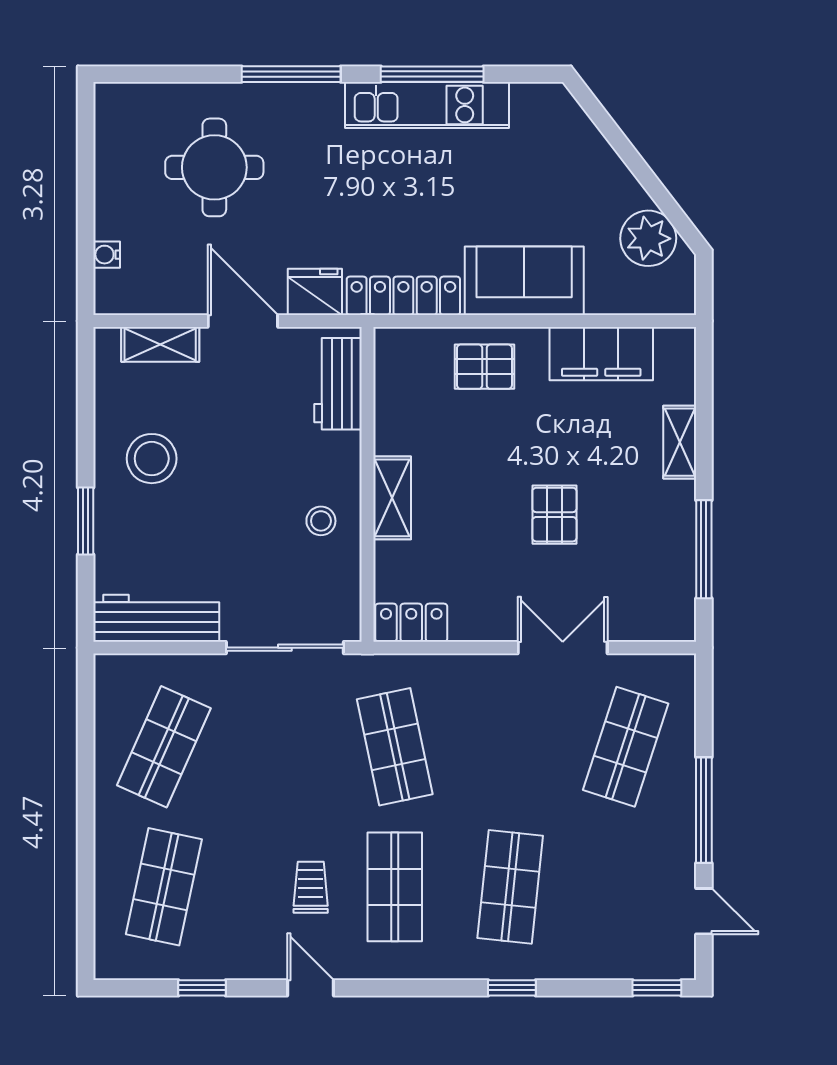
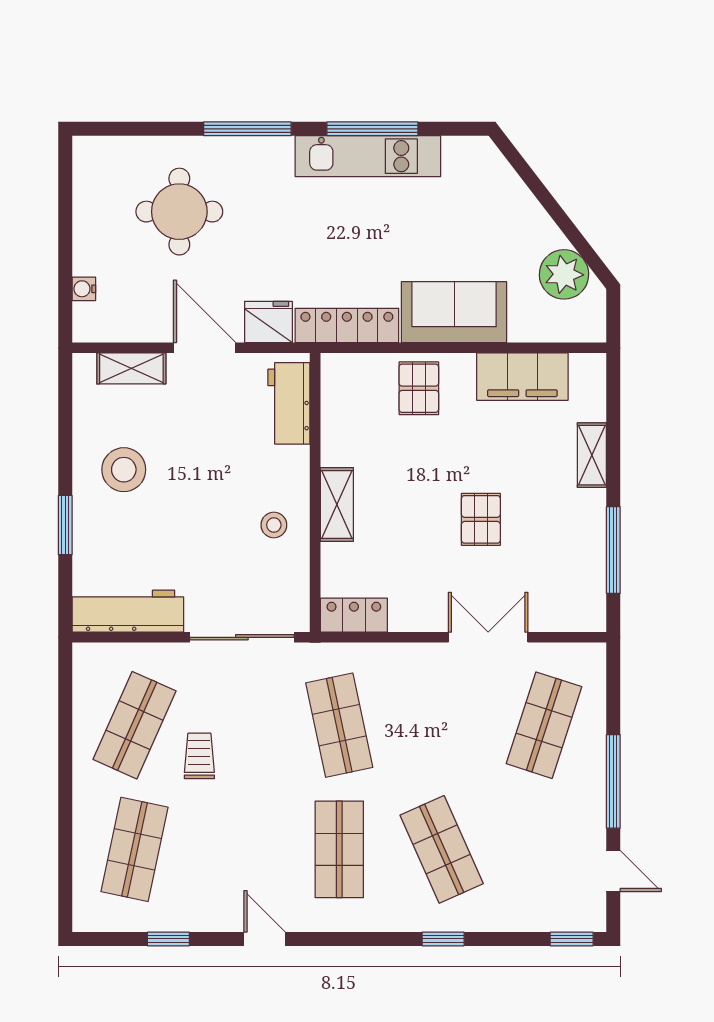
pallet: (484, 367) -> (419, 388), turned 90
trolley: (311, 887) -> (199, 756), moved
shop shelf: (510, 887) -> (442, 849), turned -30

